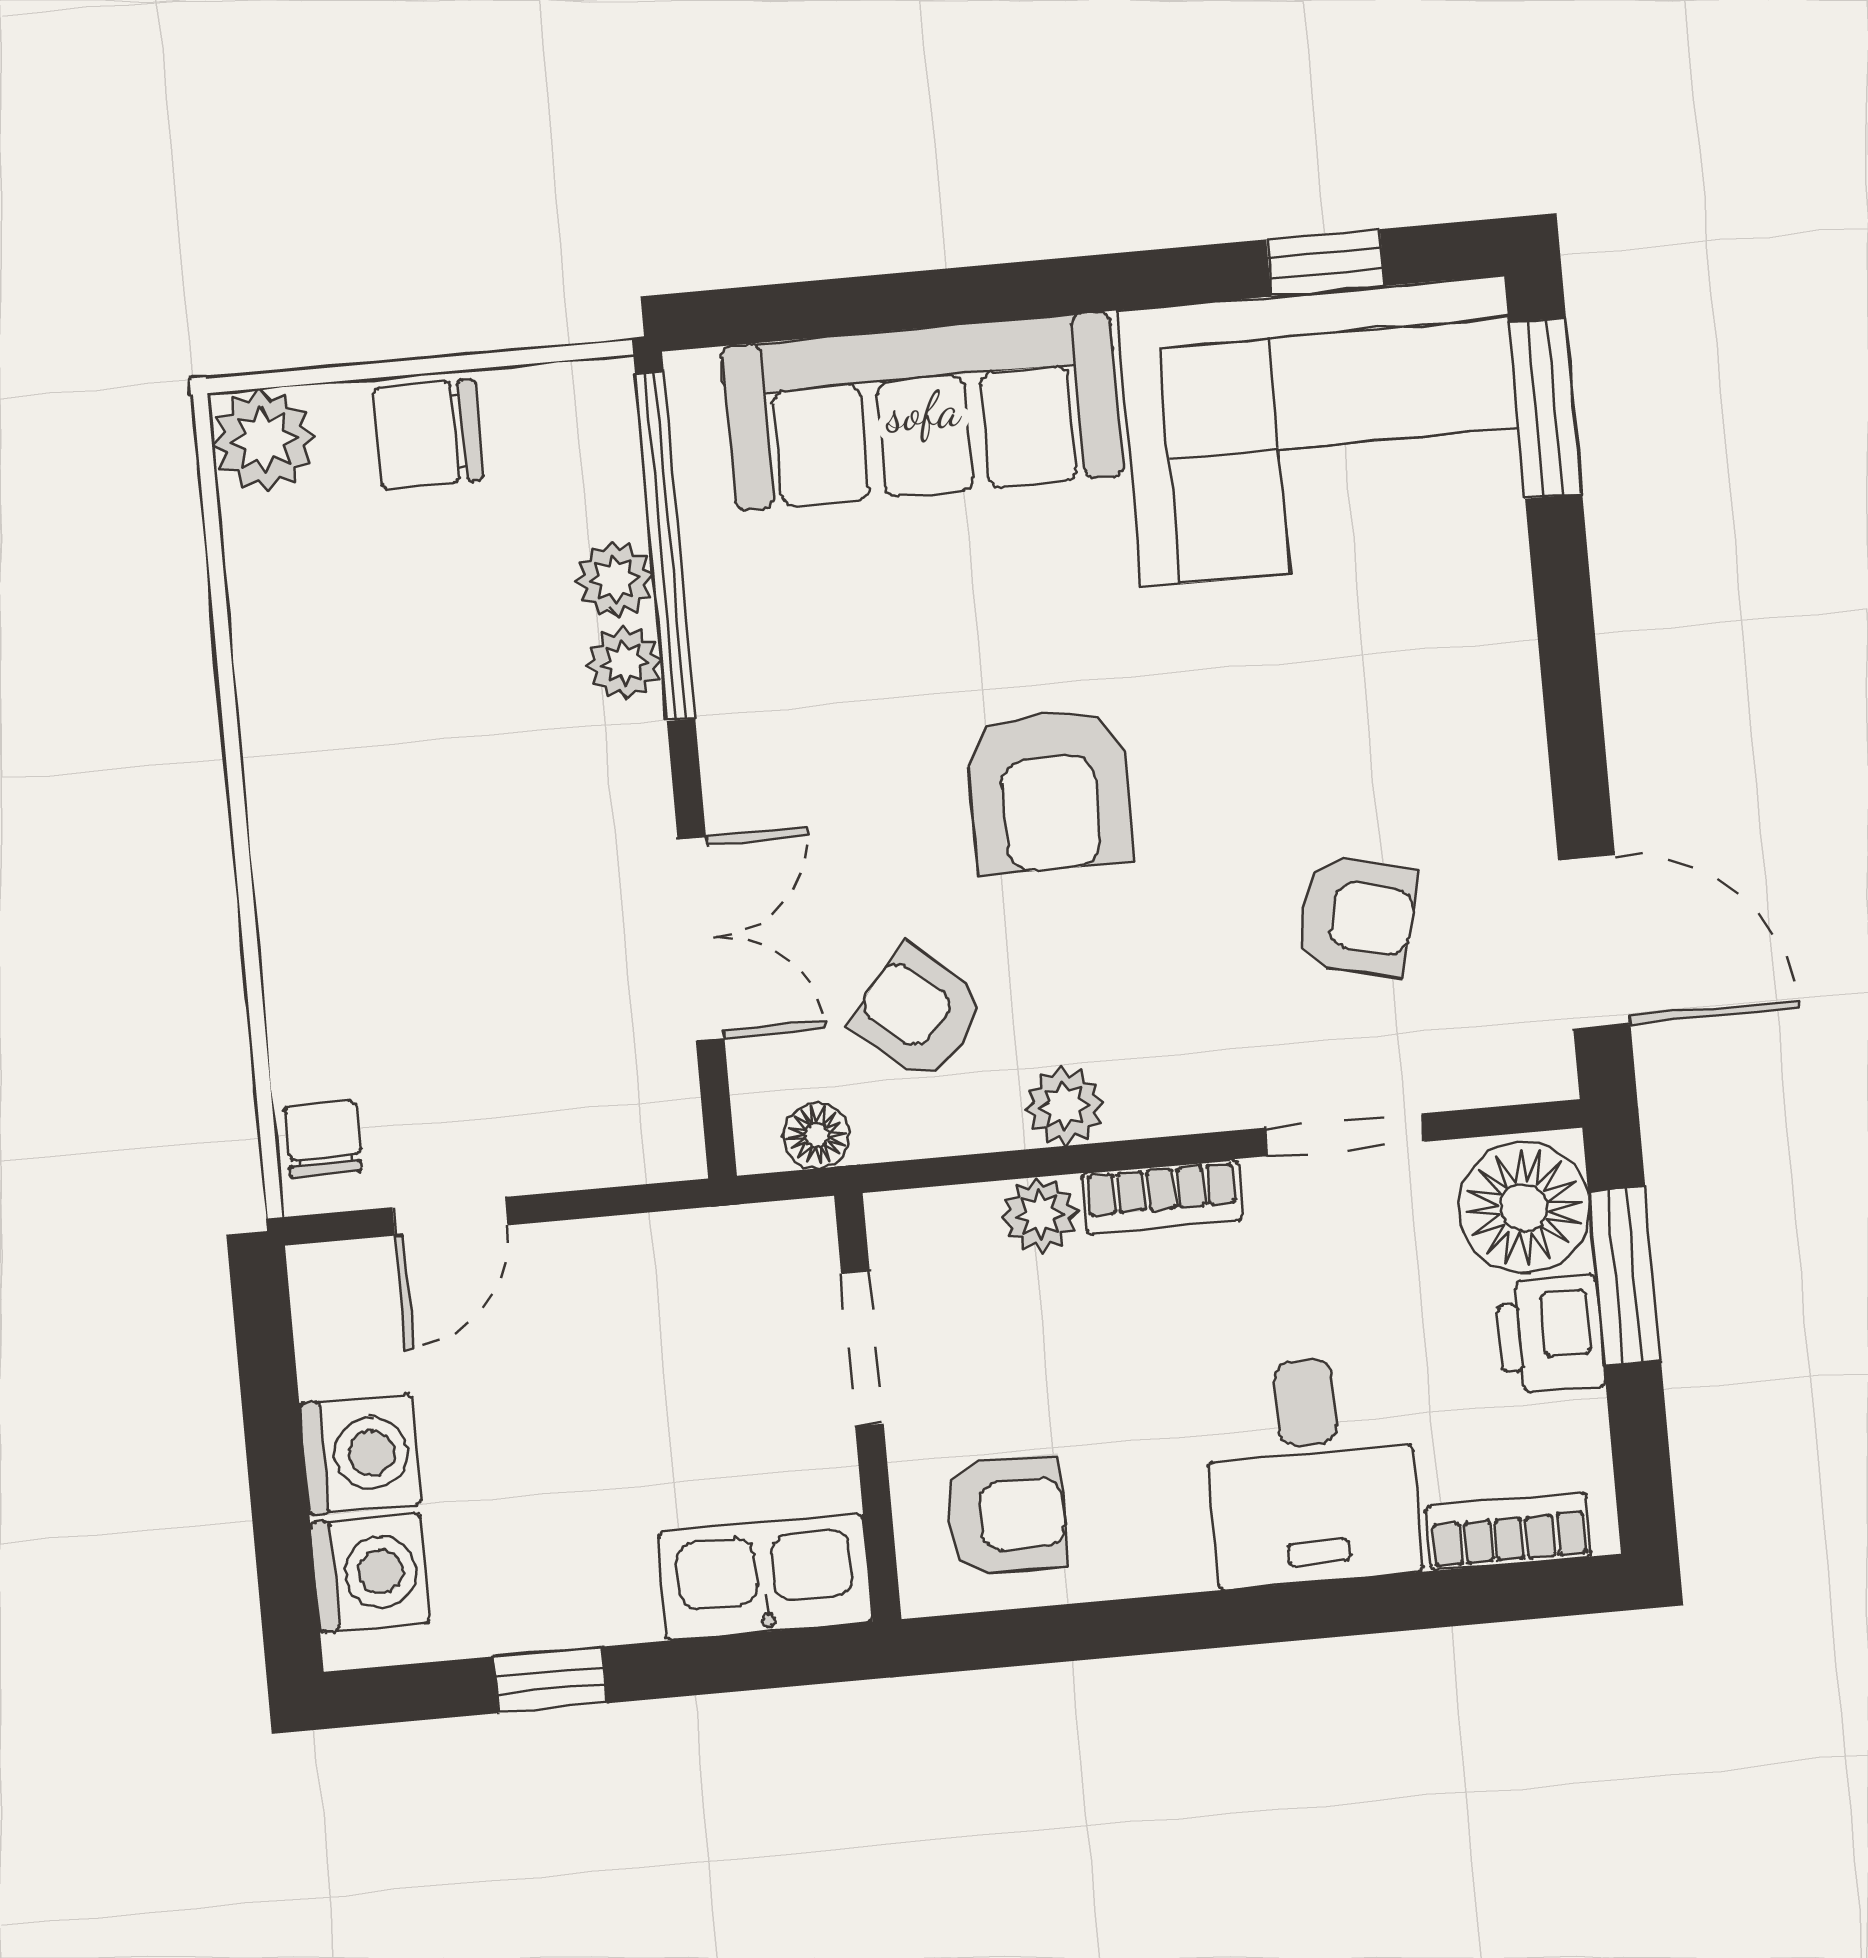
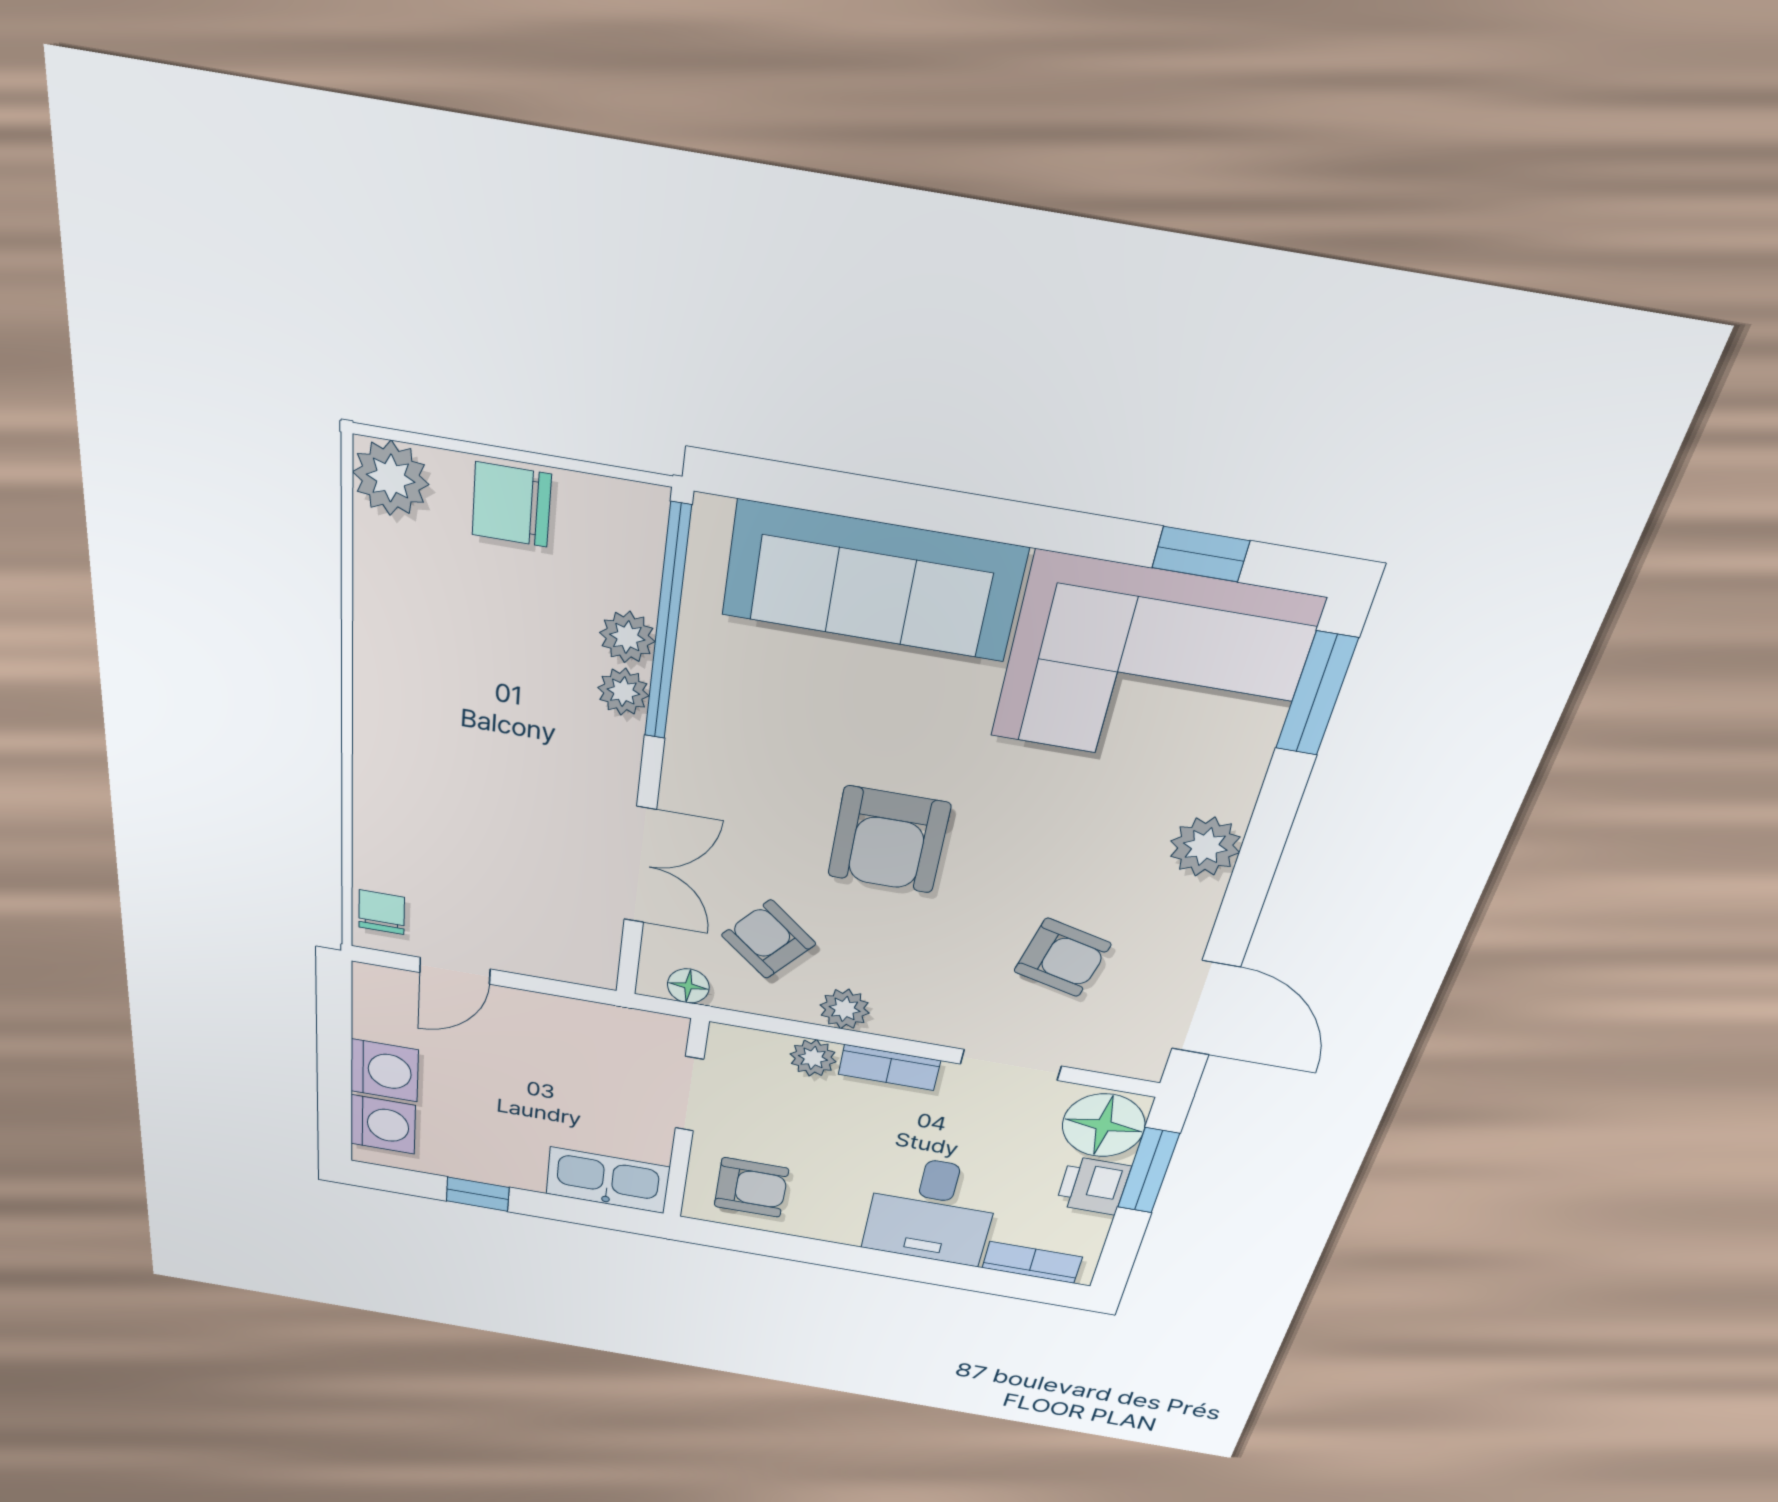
plant: (1490, 674) -> (1205, 847), added

